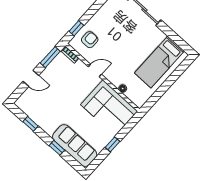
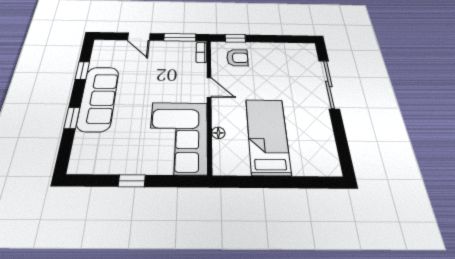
bed: (159, 62) -> (268, 136), moved, turned 90
sofa: (75, 146) -> (98, 98), moved

